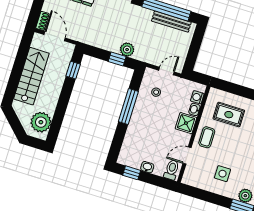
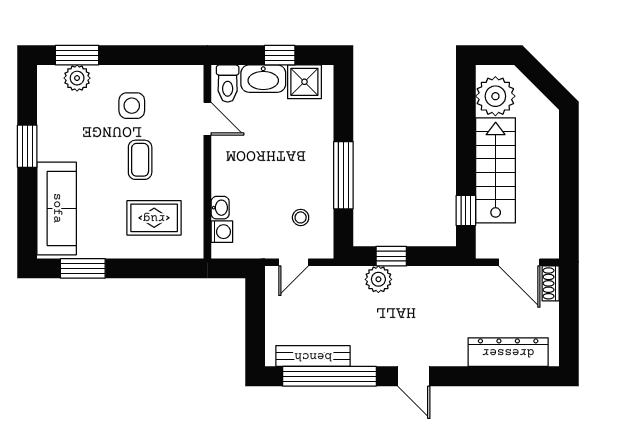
stairs: (31, 76) -> (496, 170), moved, turned 180
shower: (186, 123) -> (304, 82), moved
coffee table: (207, 137) -> (140, 160), moved
door: (187, 155) -> (207, 119), hinge flipped
washbasin: (147, 167) -> (263, 79), width x1.91, depth x1.45
window: (132, 173) -> (280, 55), moved

